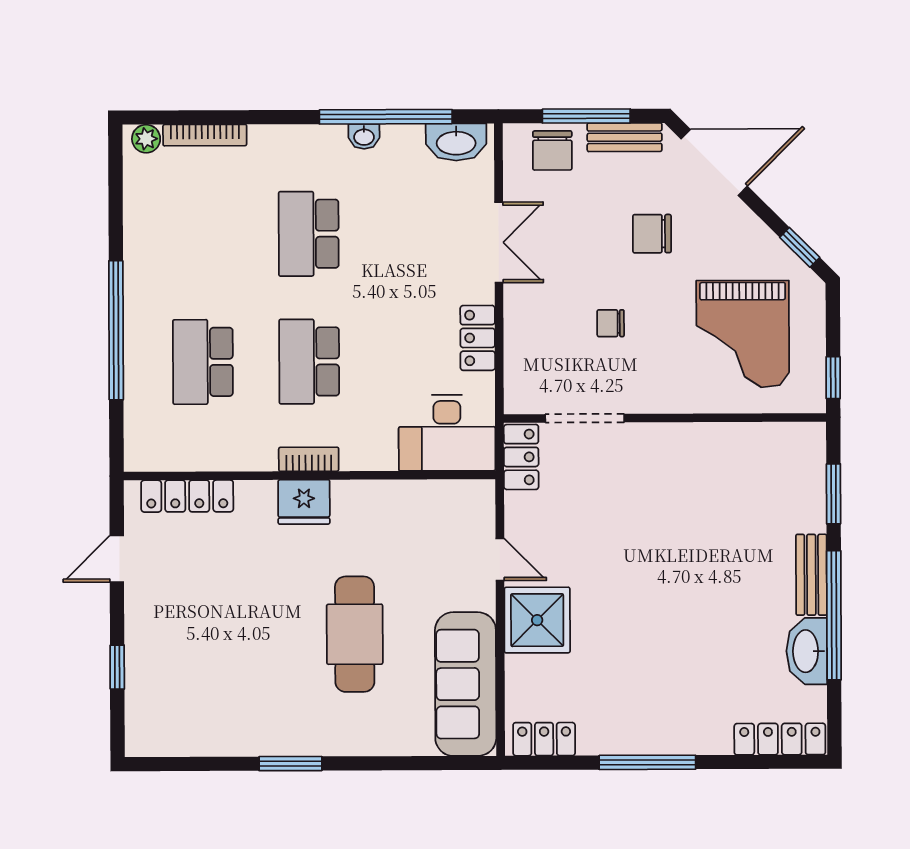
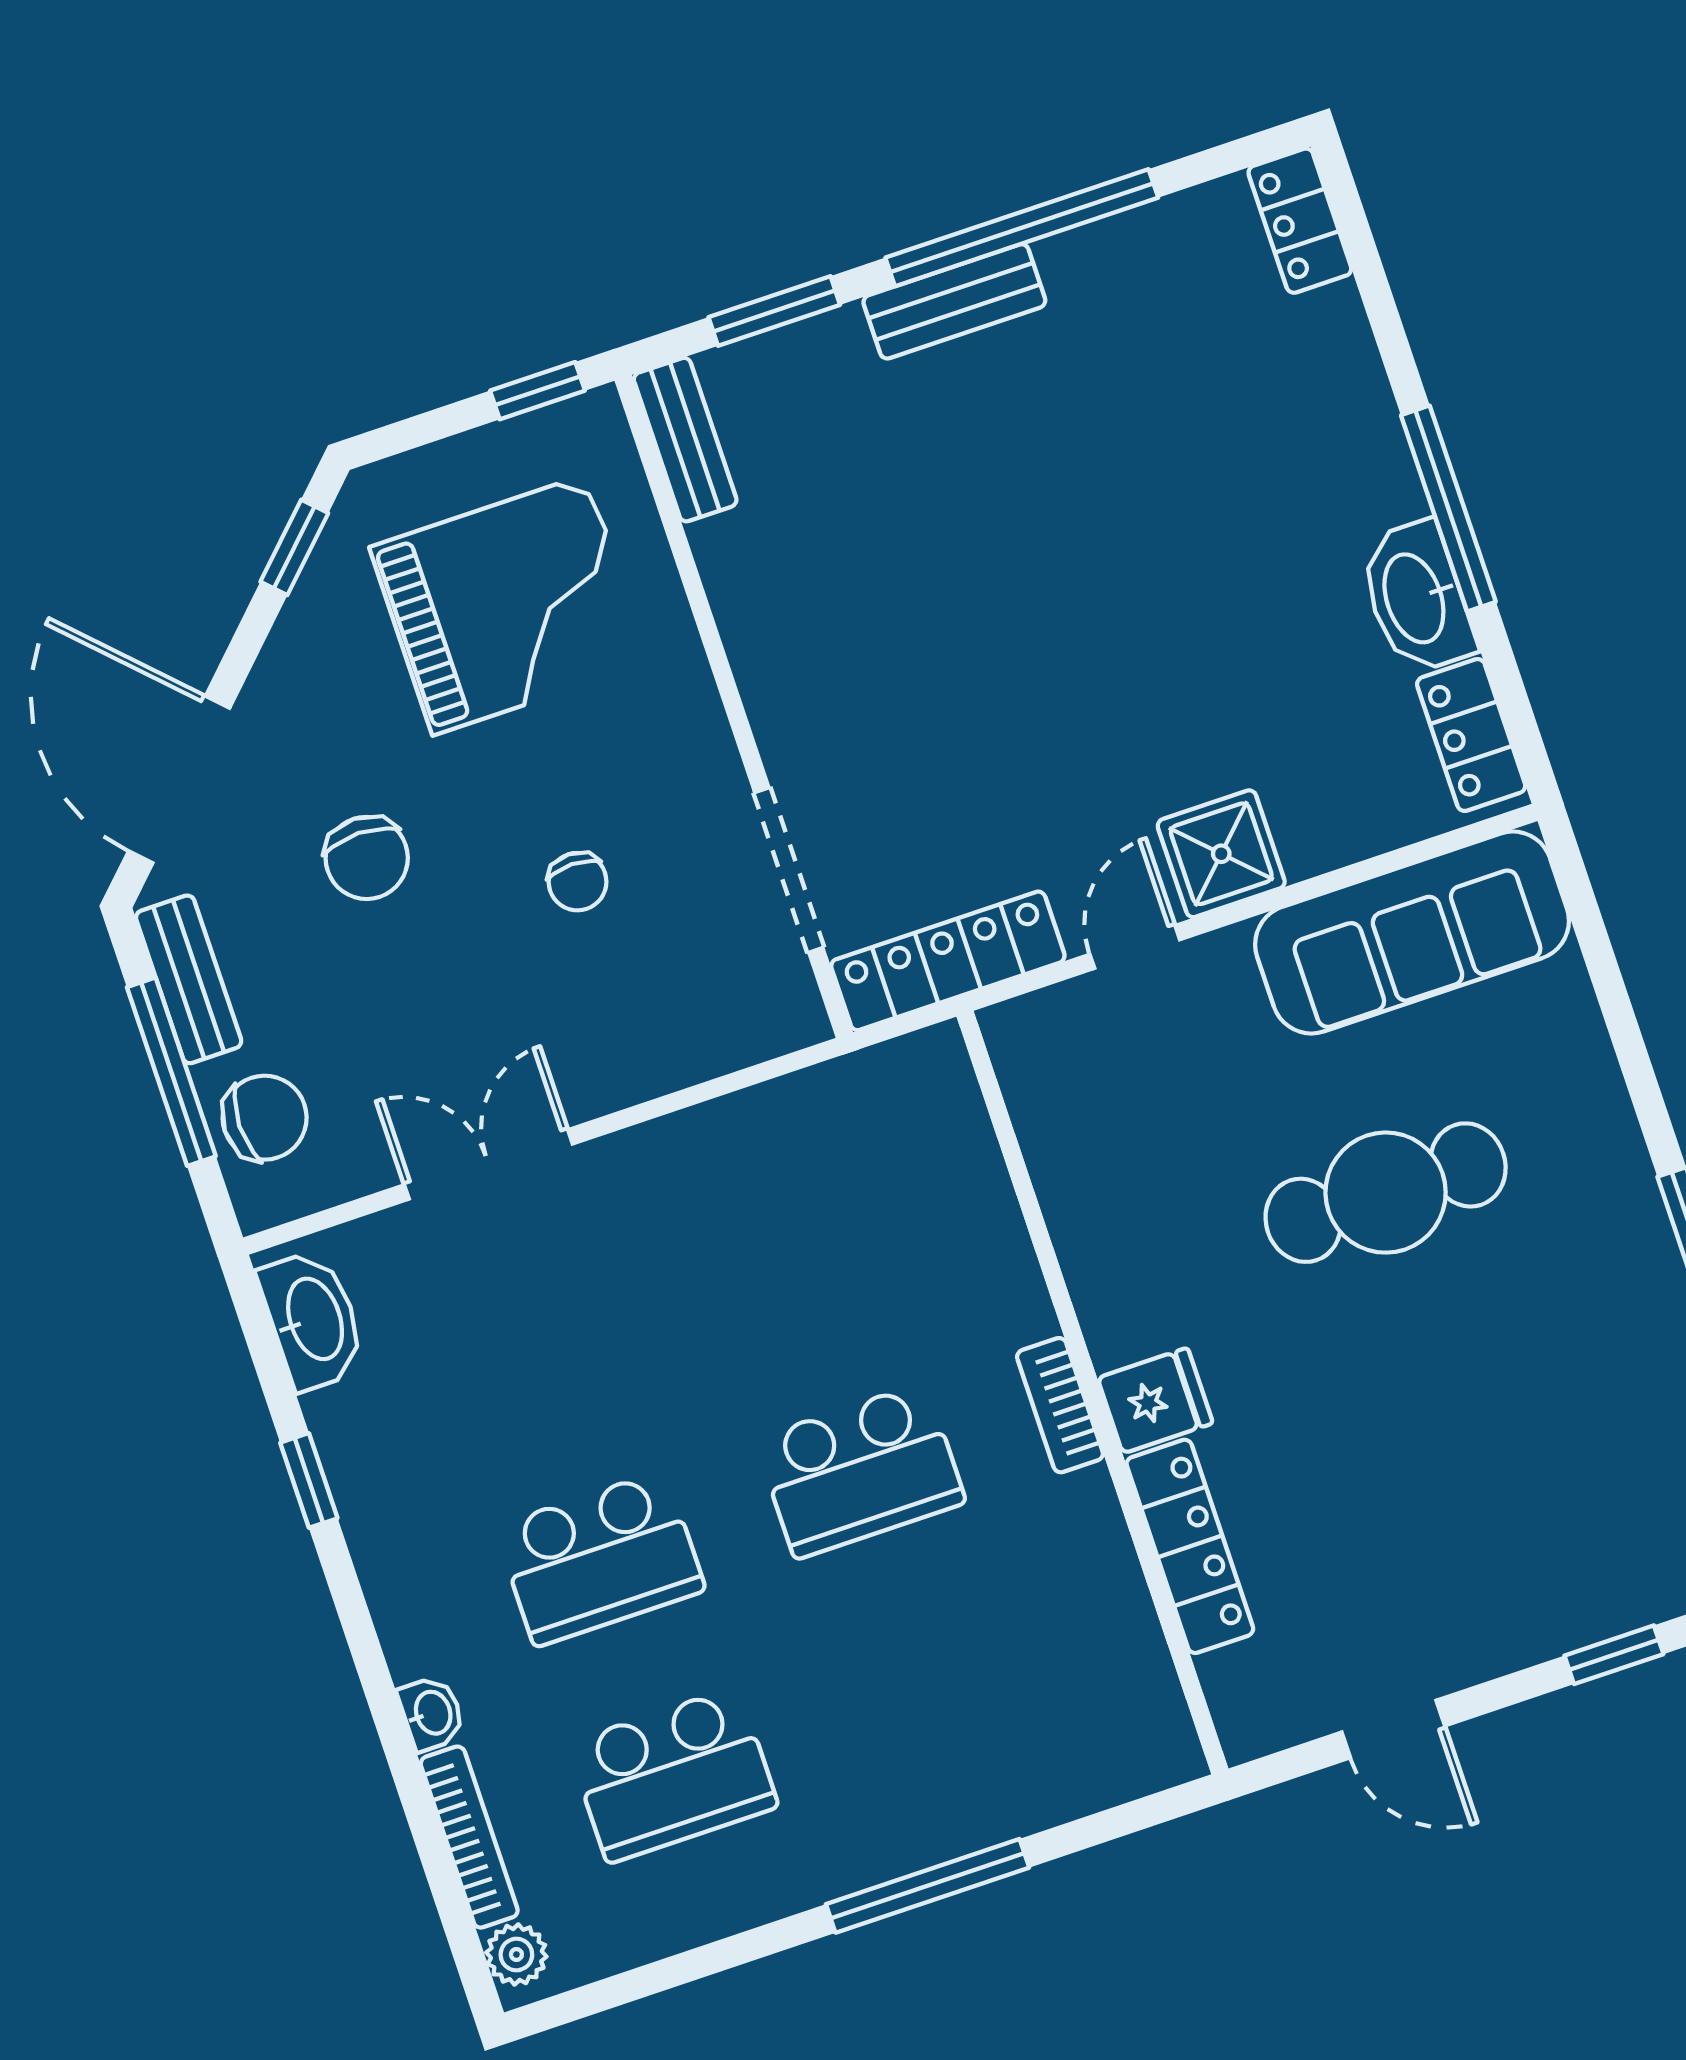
window: (386, 117) -> (309, 1480), width x0.32
washbasin: (364, 136) -> (432, 1713), moved
window: (116, 330) -> (928, 1886), width x0.68
locker: (478, 338) -> (698, 1143), removed
school desk: (203, 362) -> (673, 1775), moved
desk: (447, 433) -> (912, 1141), removed
bench: (790, 436) -> (685, 440), added
locker: (521, 457) -> (948, 961), width x1.53
locker: (187, 496) -> (1190, 1546), moved
fridge: (304, 502) -> (1155, 1401), width x0.72
shower: (537, 620) -> (1221, 854), width x0.73, depth x0.73
washbasin: (807, 651) -> (1416, 598), moved, turned 90
locker: (780, 739) -> (1300, 221), width x0.66

